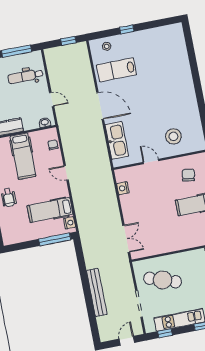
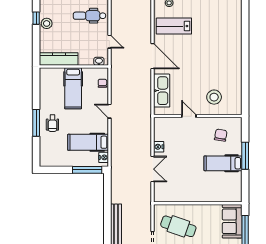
nightstand: (123, 188) -> (159, 147), moved
double door: (126, 239) -> (153, 169), moved

